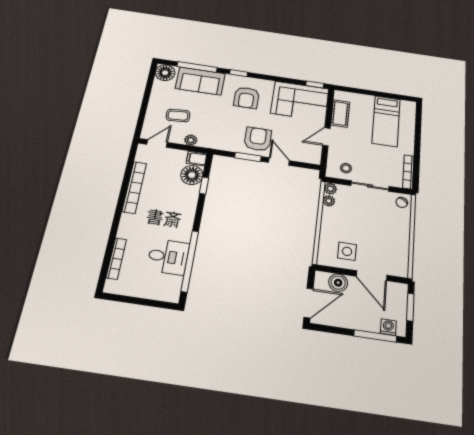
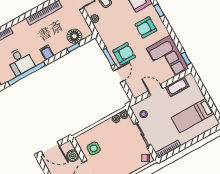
filing cabinet: (196, 159) -> (47, 53), moved

